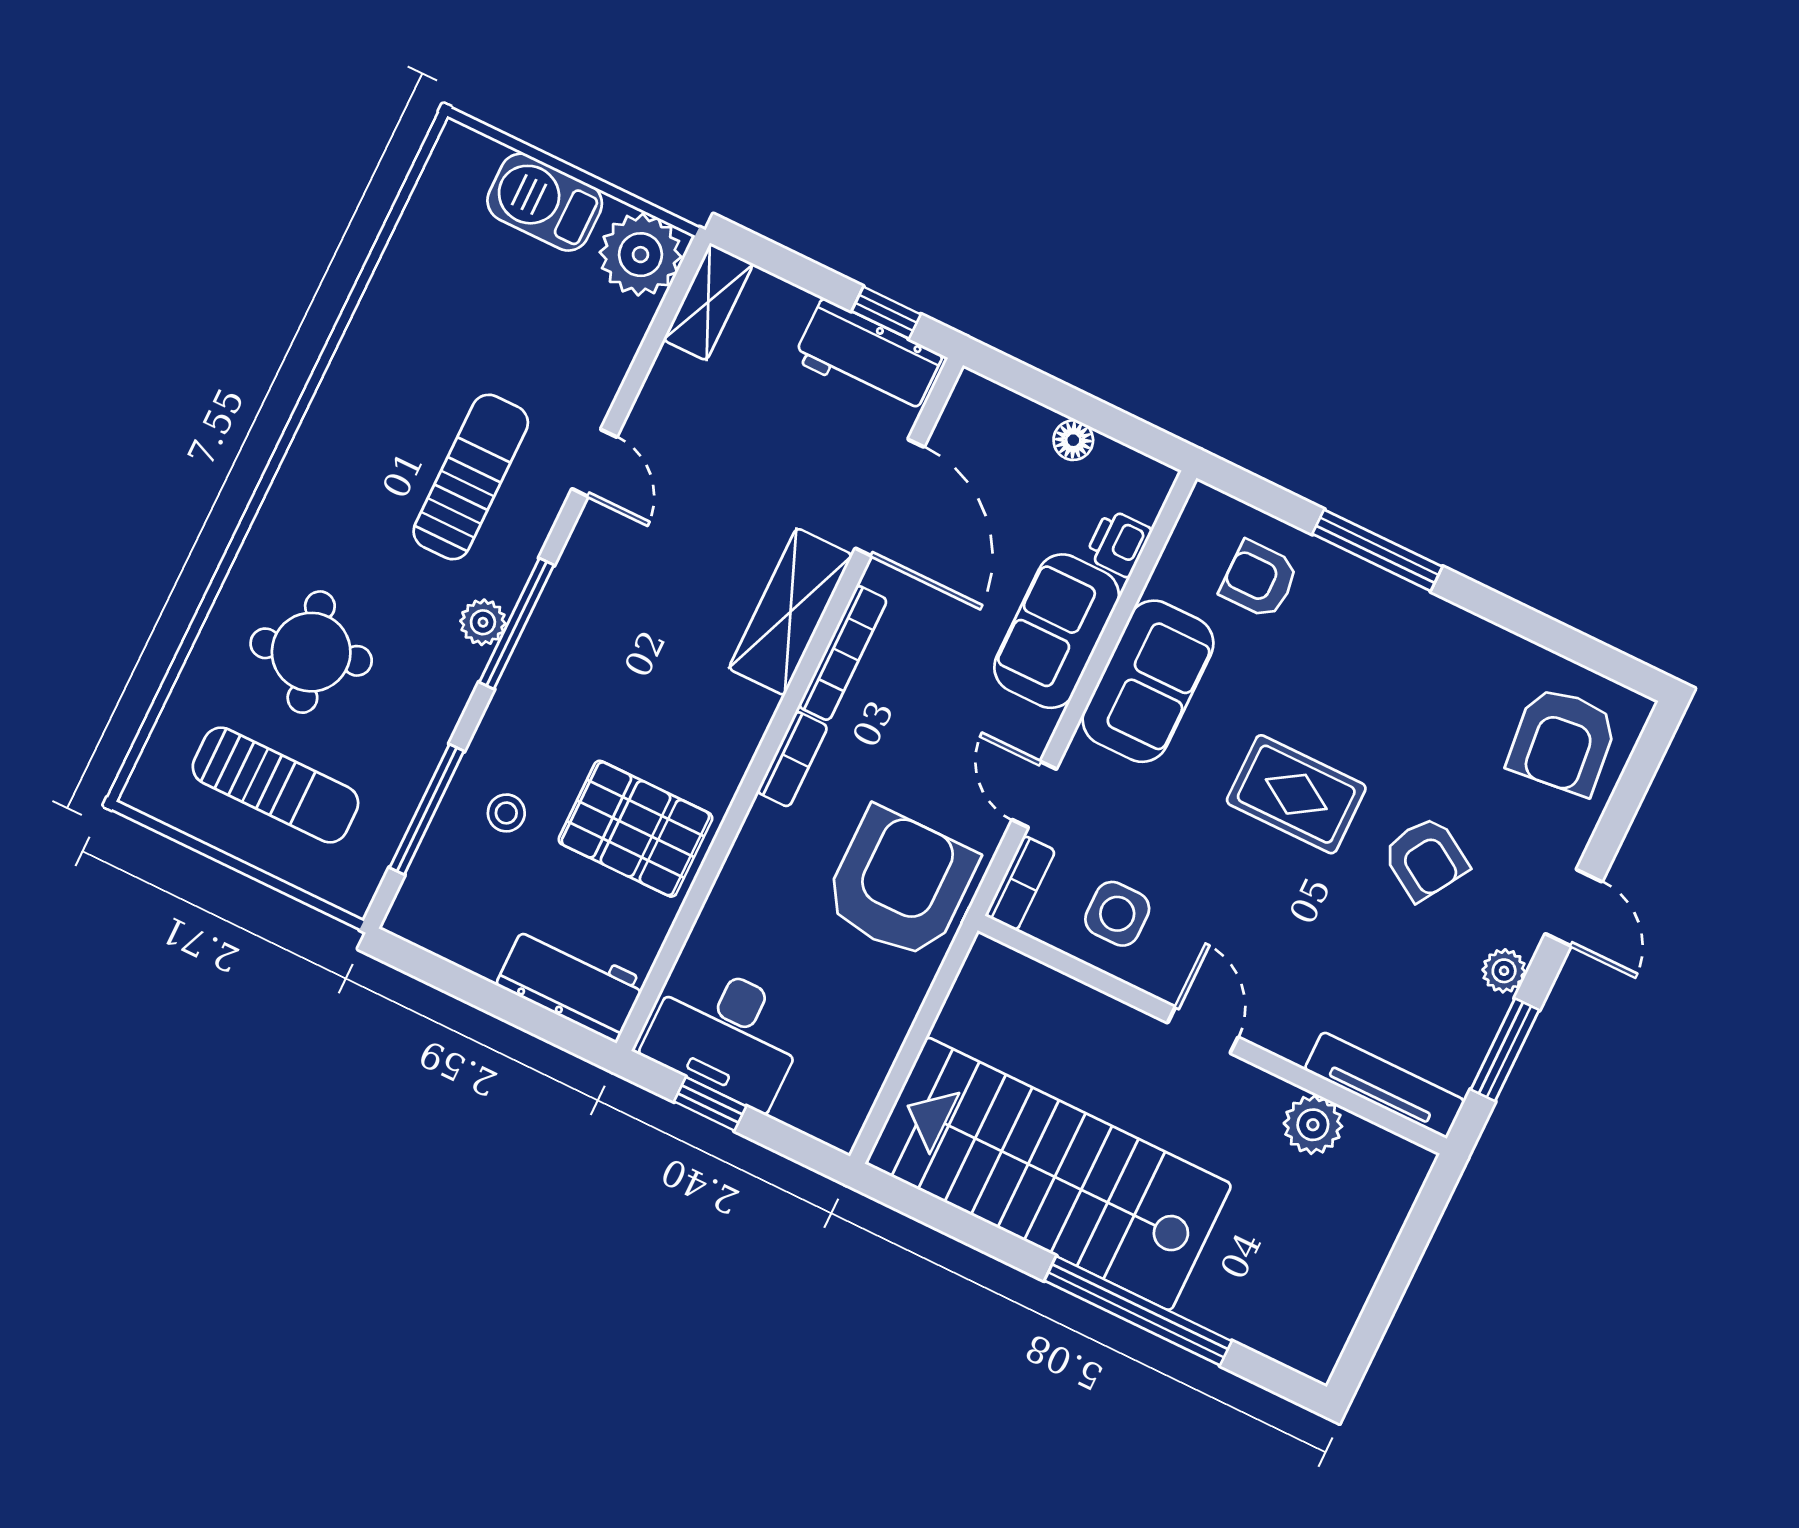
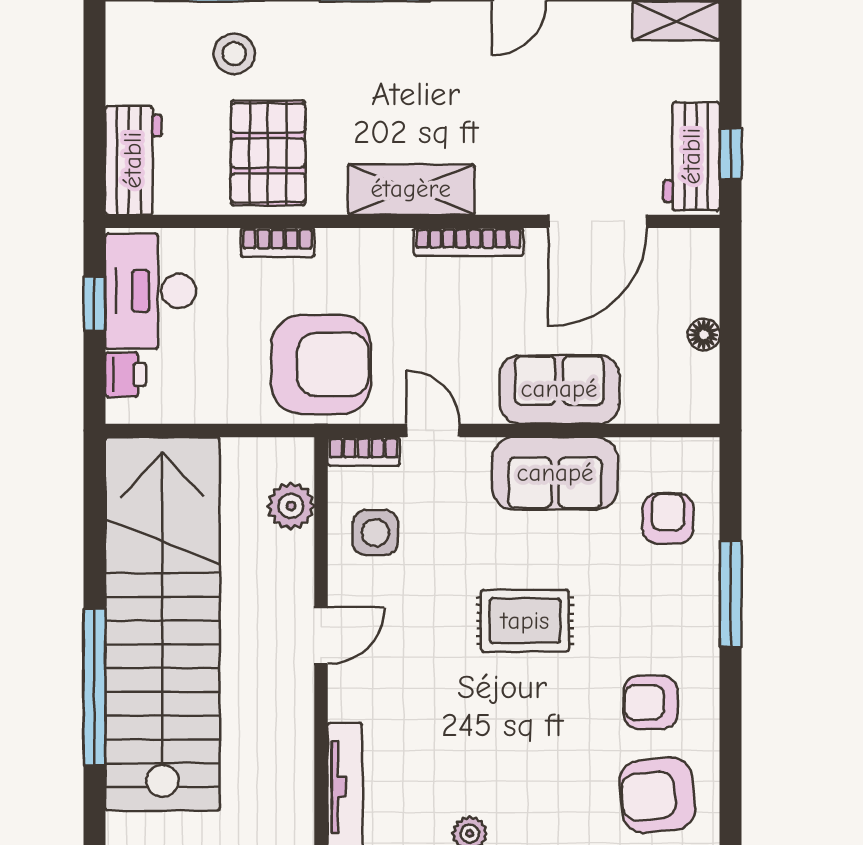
printer: (1119, 543) -> (126, 375), moved, turned 90
shelving: (791, 612) -> (411, 189), moved
bookcase: (792, 759) -> (278, 243), moved
door: (1034, 794) -> (433, 430), hinge flipped
rug: (1296, 794) -> (525, 621), turned 90
stool: (506, 813) -> (234, 54), width x1.37, depth x1.37
armchair: (1426, 858) -> (651, 702), moved, turned 58
plant: (1313, 1125) -> (291, 506), moved
stairs: (1049, 1174) -> (162, 624), width x1.36

